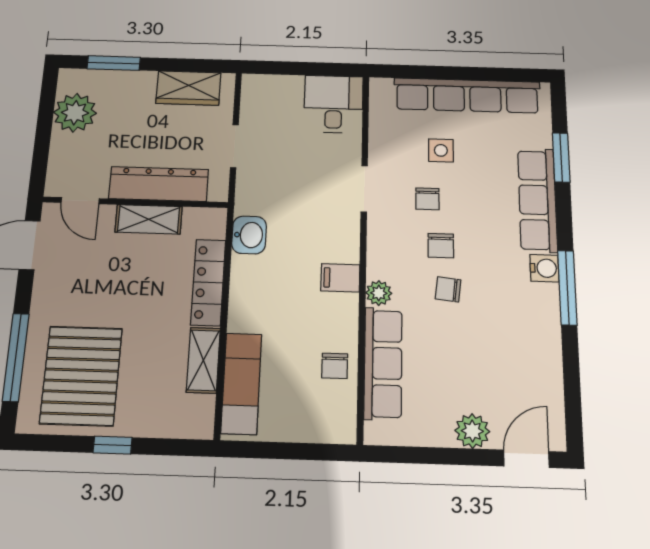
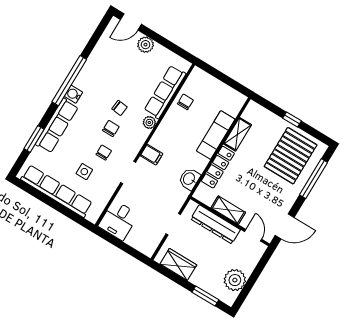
filing cabinet: (340, 278) -> (152, 155), moved
window: (567, 288) -> (69, 81), width x1.46
exam couch: (241, 383) -> (216, 135), moved

